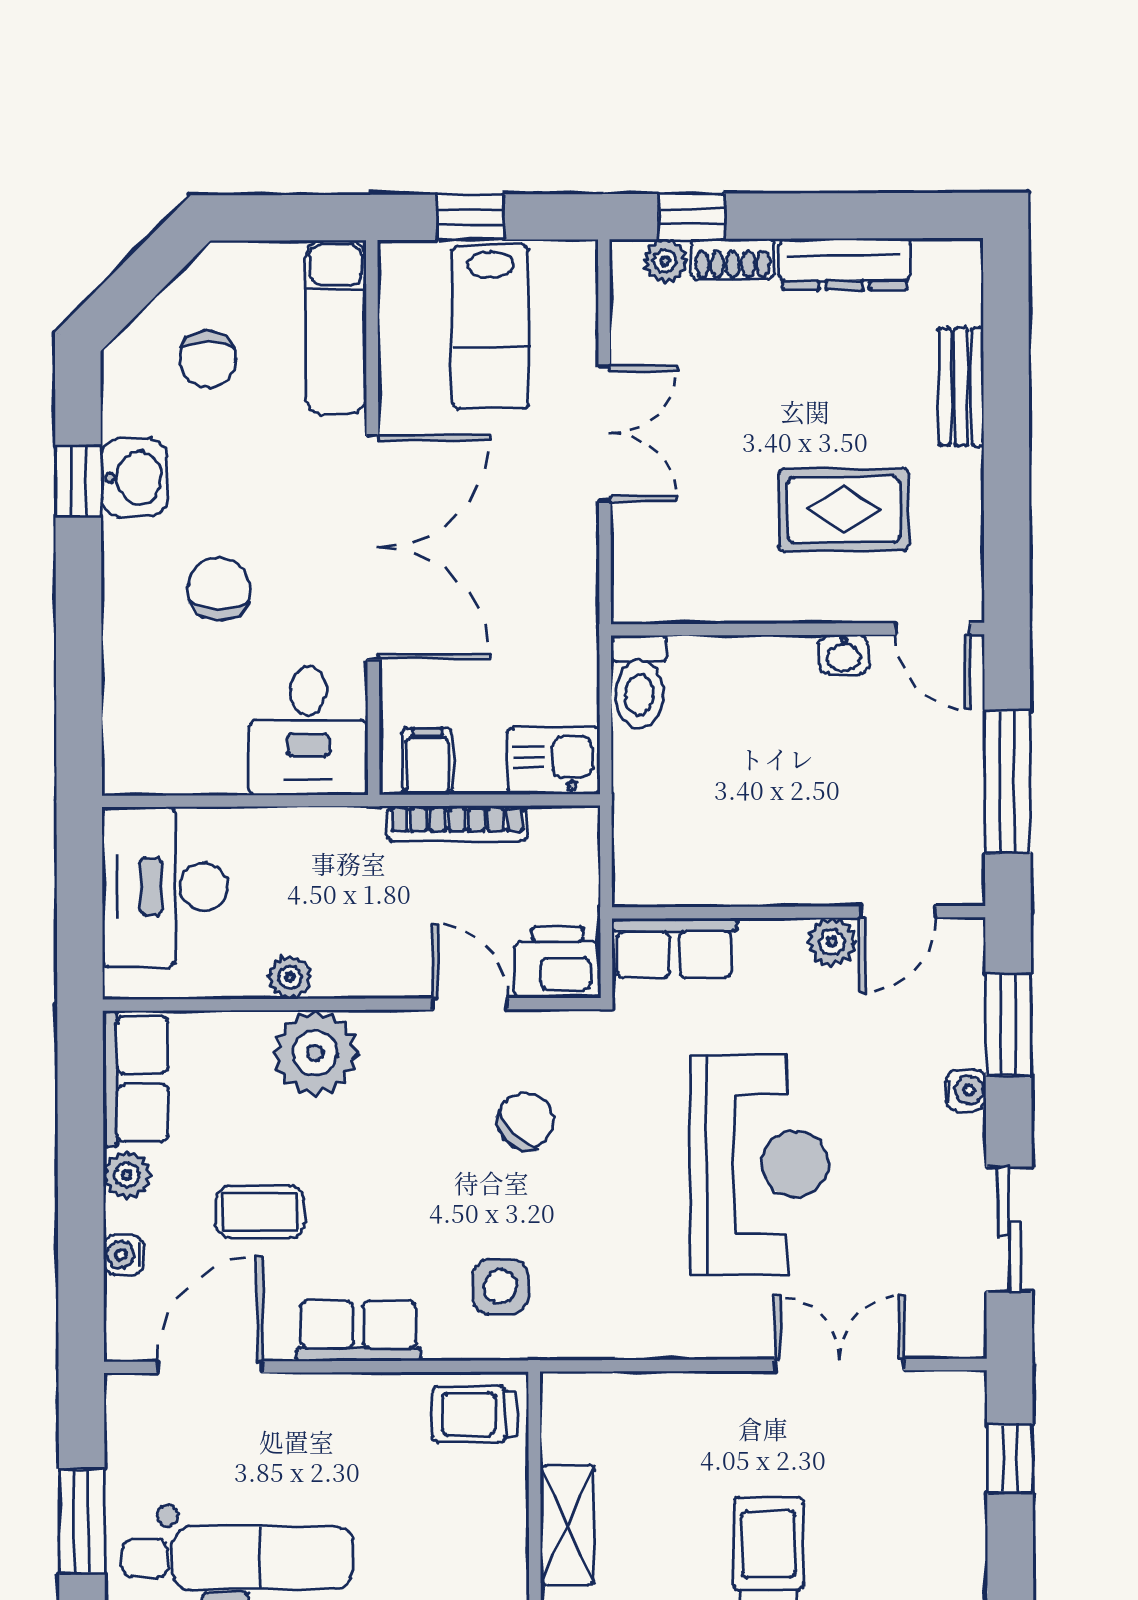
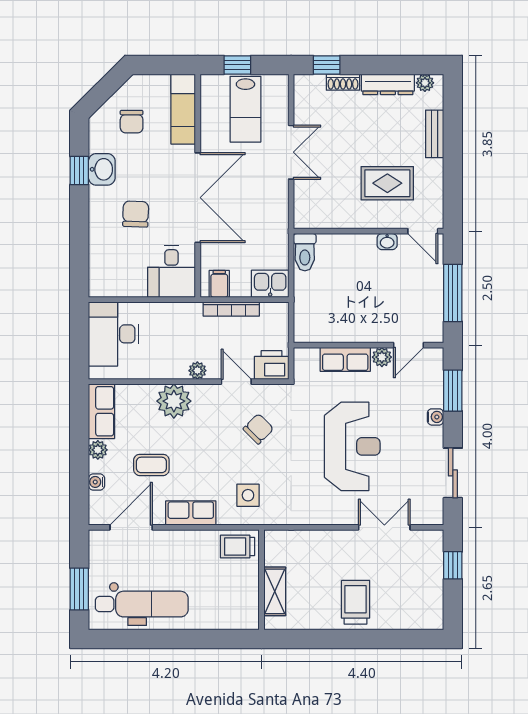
plant: (665, 261) -> (425, 83), moved
row of seats: (674, 948) -> (345, 359), moved
plant: (290, 977) -> (197, 371), moved

